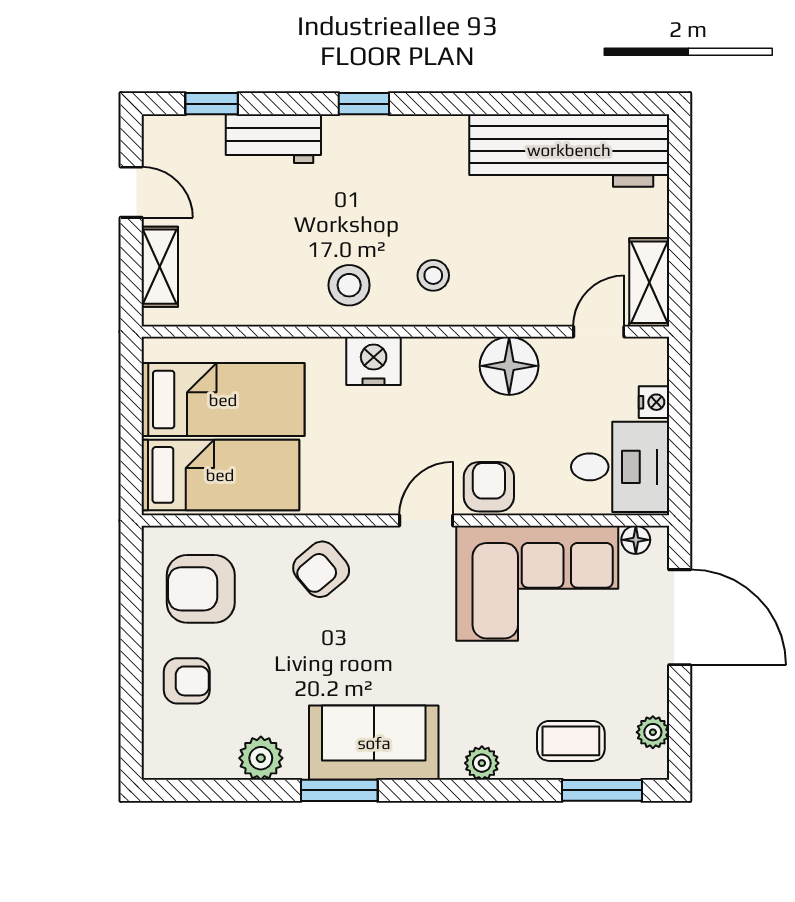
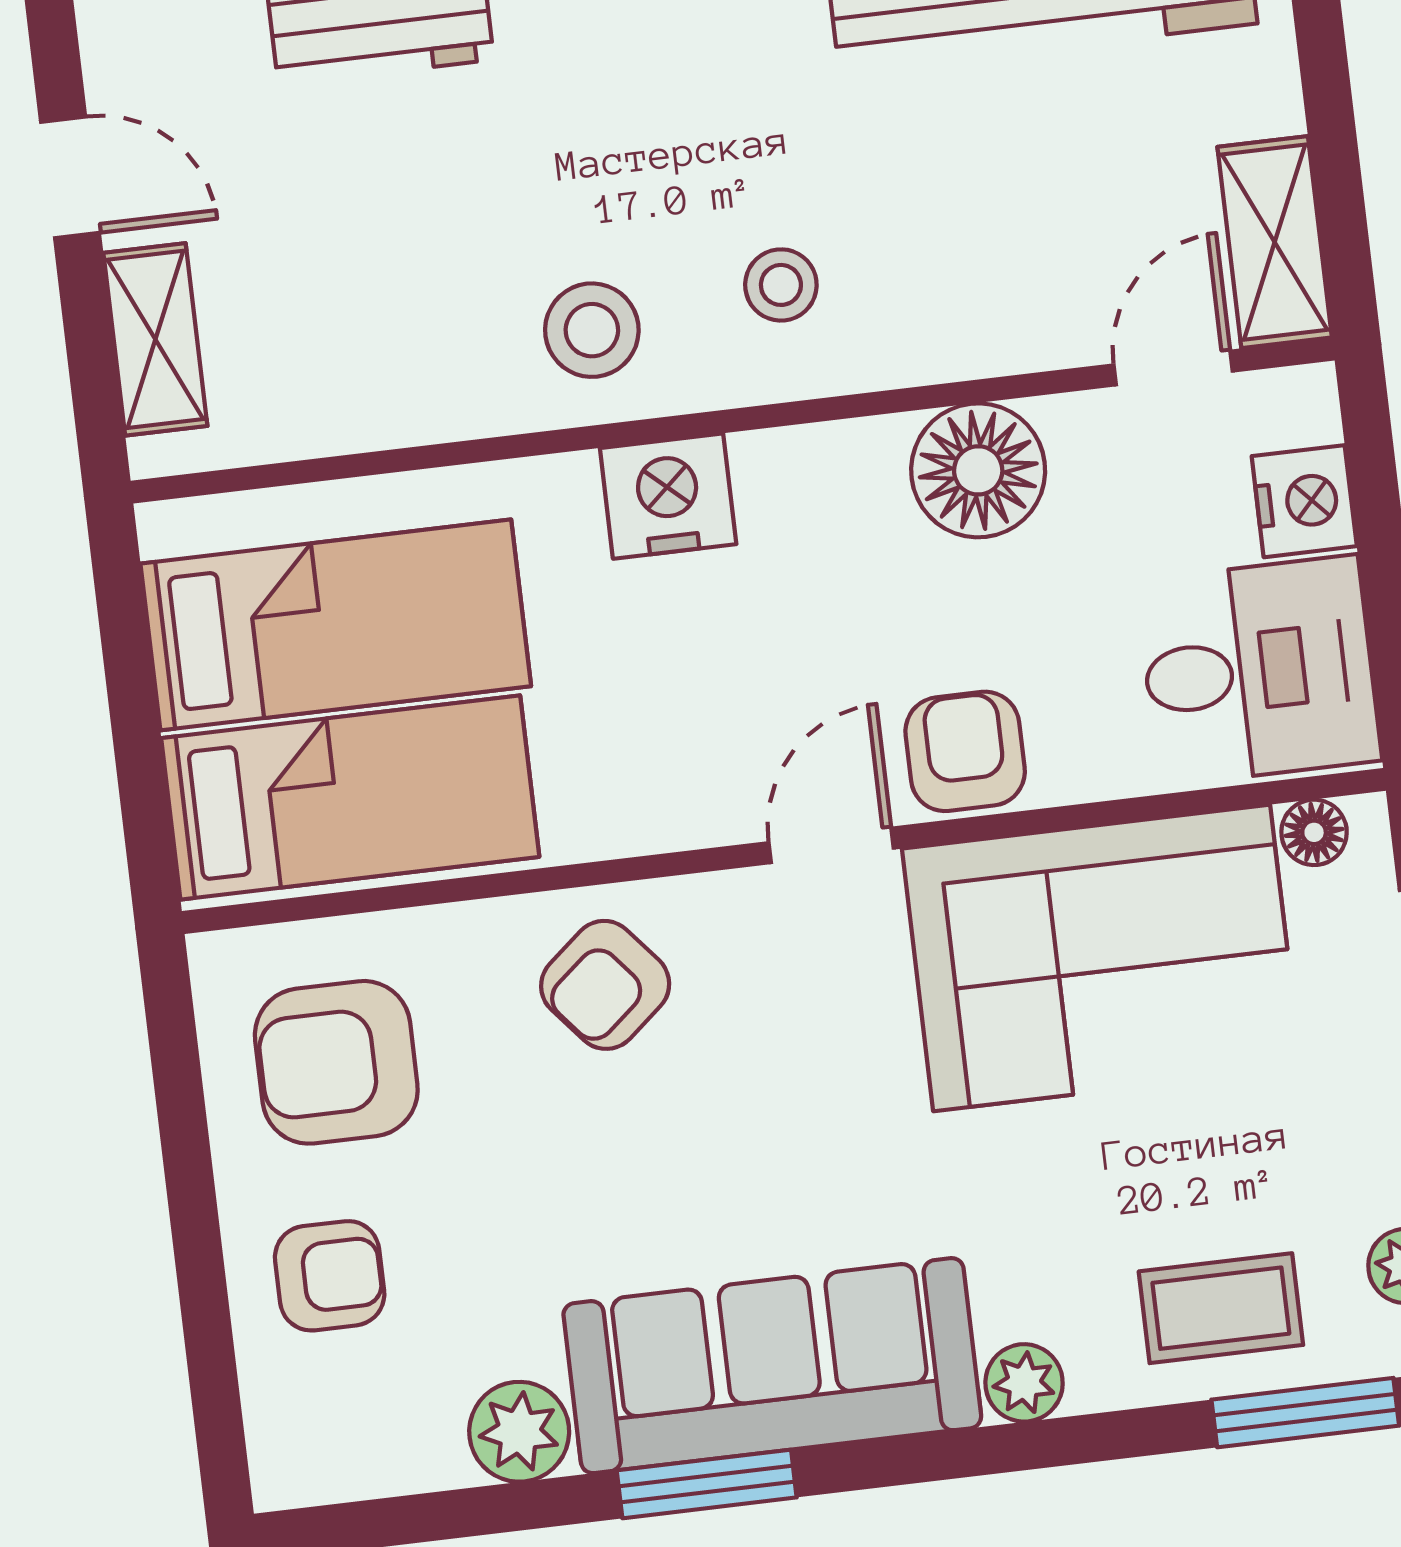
nightstand: (654, 402) -> (1304, 501), width x1.39, depth x1.35
sofa: (374, 743) -> (772, 1366), width x1.36

